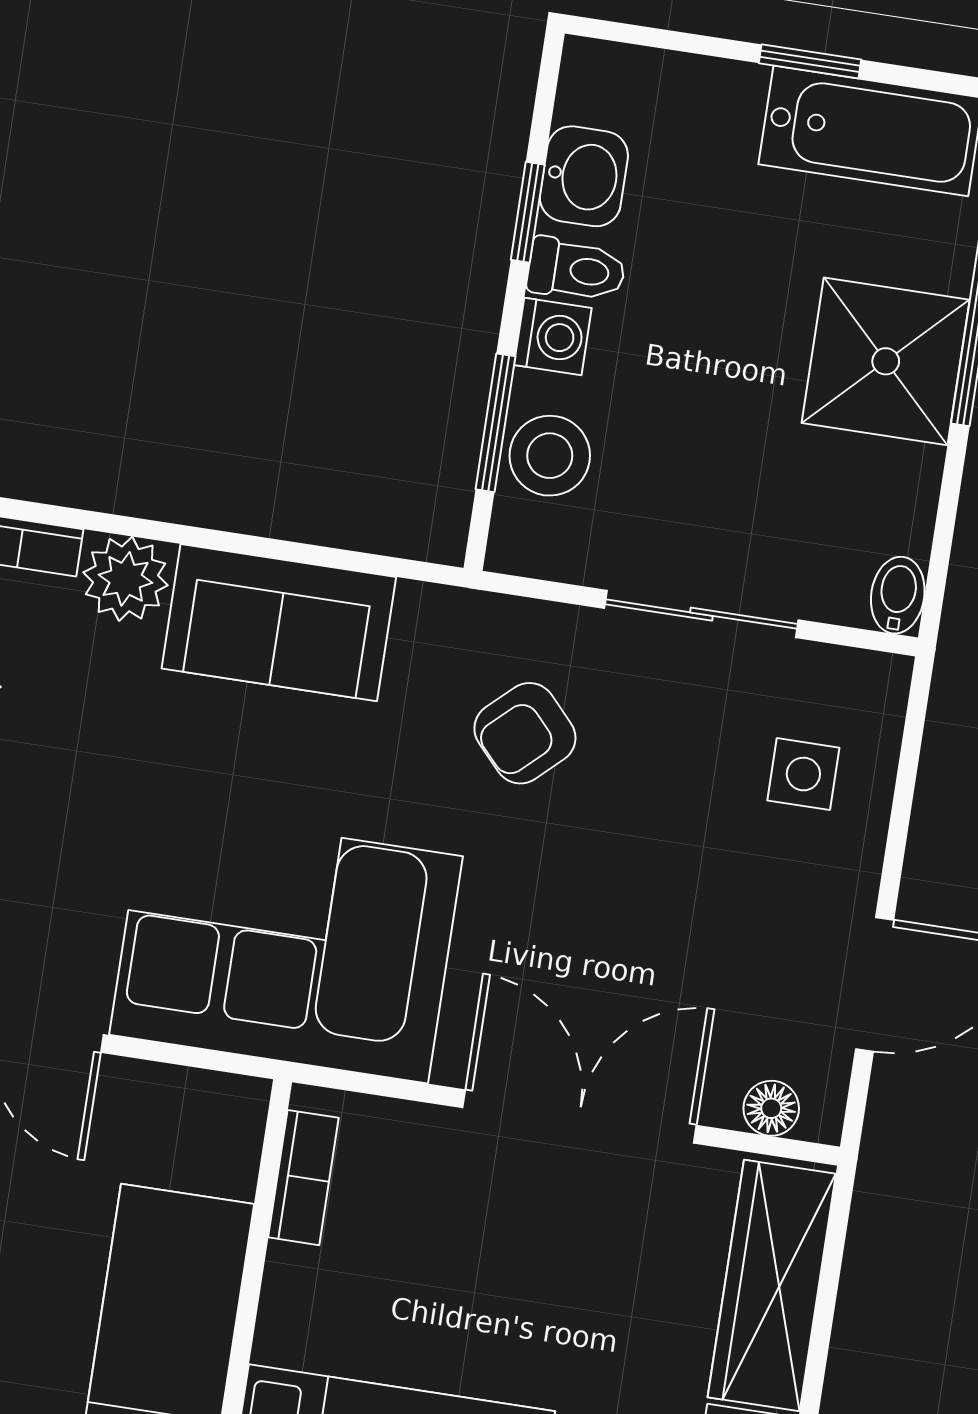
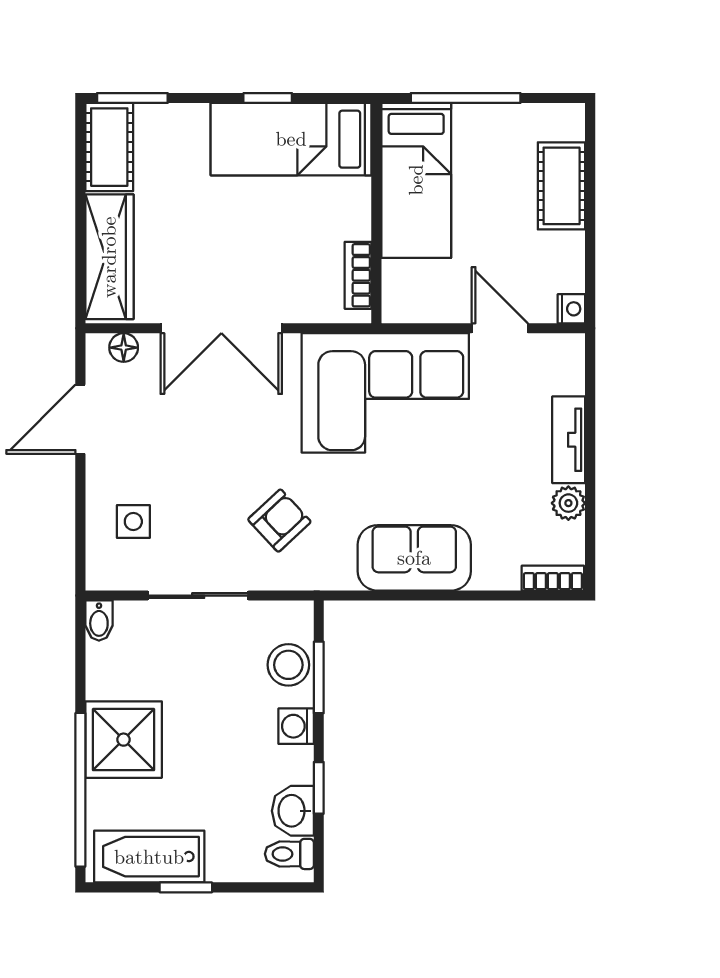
toilet: (576, 270) -> (289, 854), moved
plant: (126, 579) -> (496, 568), removed

